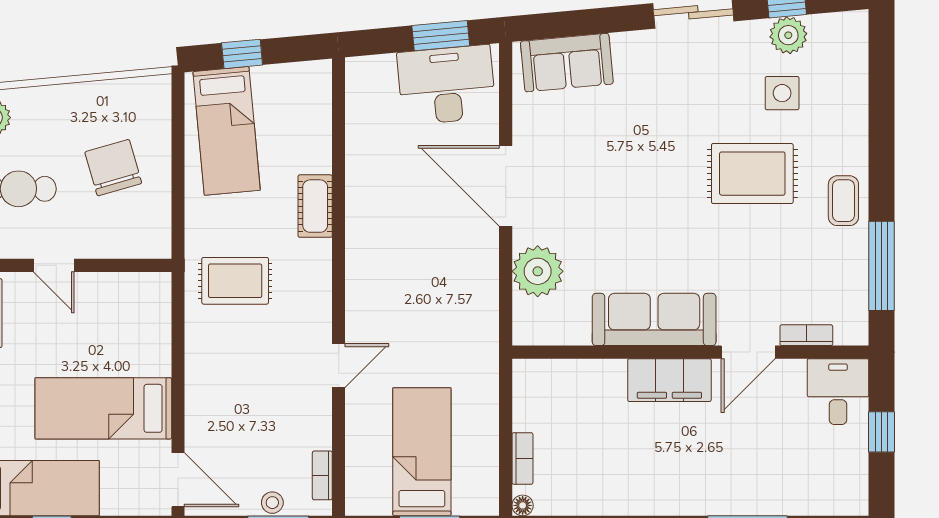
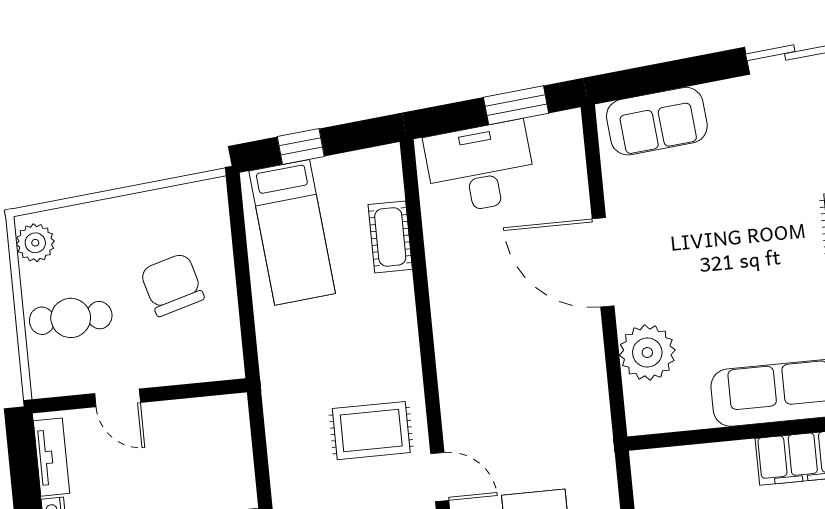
desk: (447, 85) -> (480, 168), moved
cot: (315, 206) -> (390, 237), moved
rug: (235, 281) -> (371, 431), moved
door: (339, 366) -> (440, 477), hinge flipped

